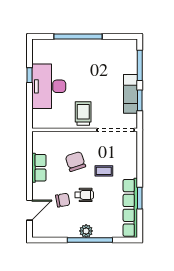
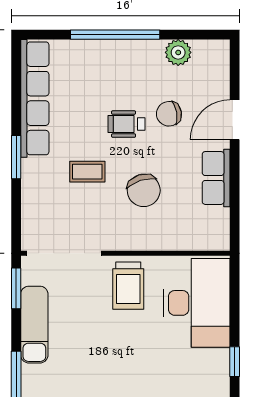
desk: (49, 86) -> (197, 303), moved
window: (140, 100) -> (16, 288), moved
window: (140, 198) -> (16, 157), moved
door: (30, 210) -> (235, 120), moved
plant: (86, 231) -> (178, 52), moved

